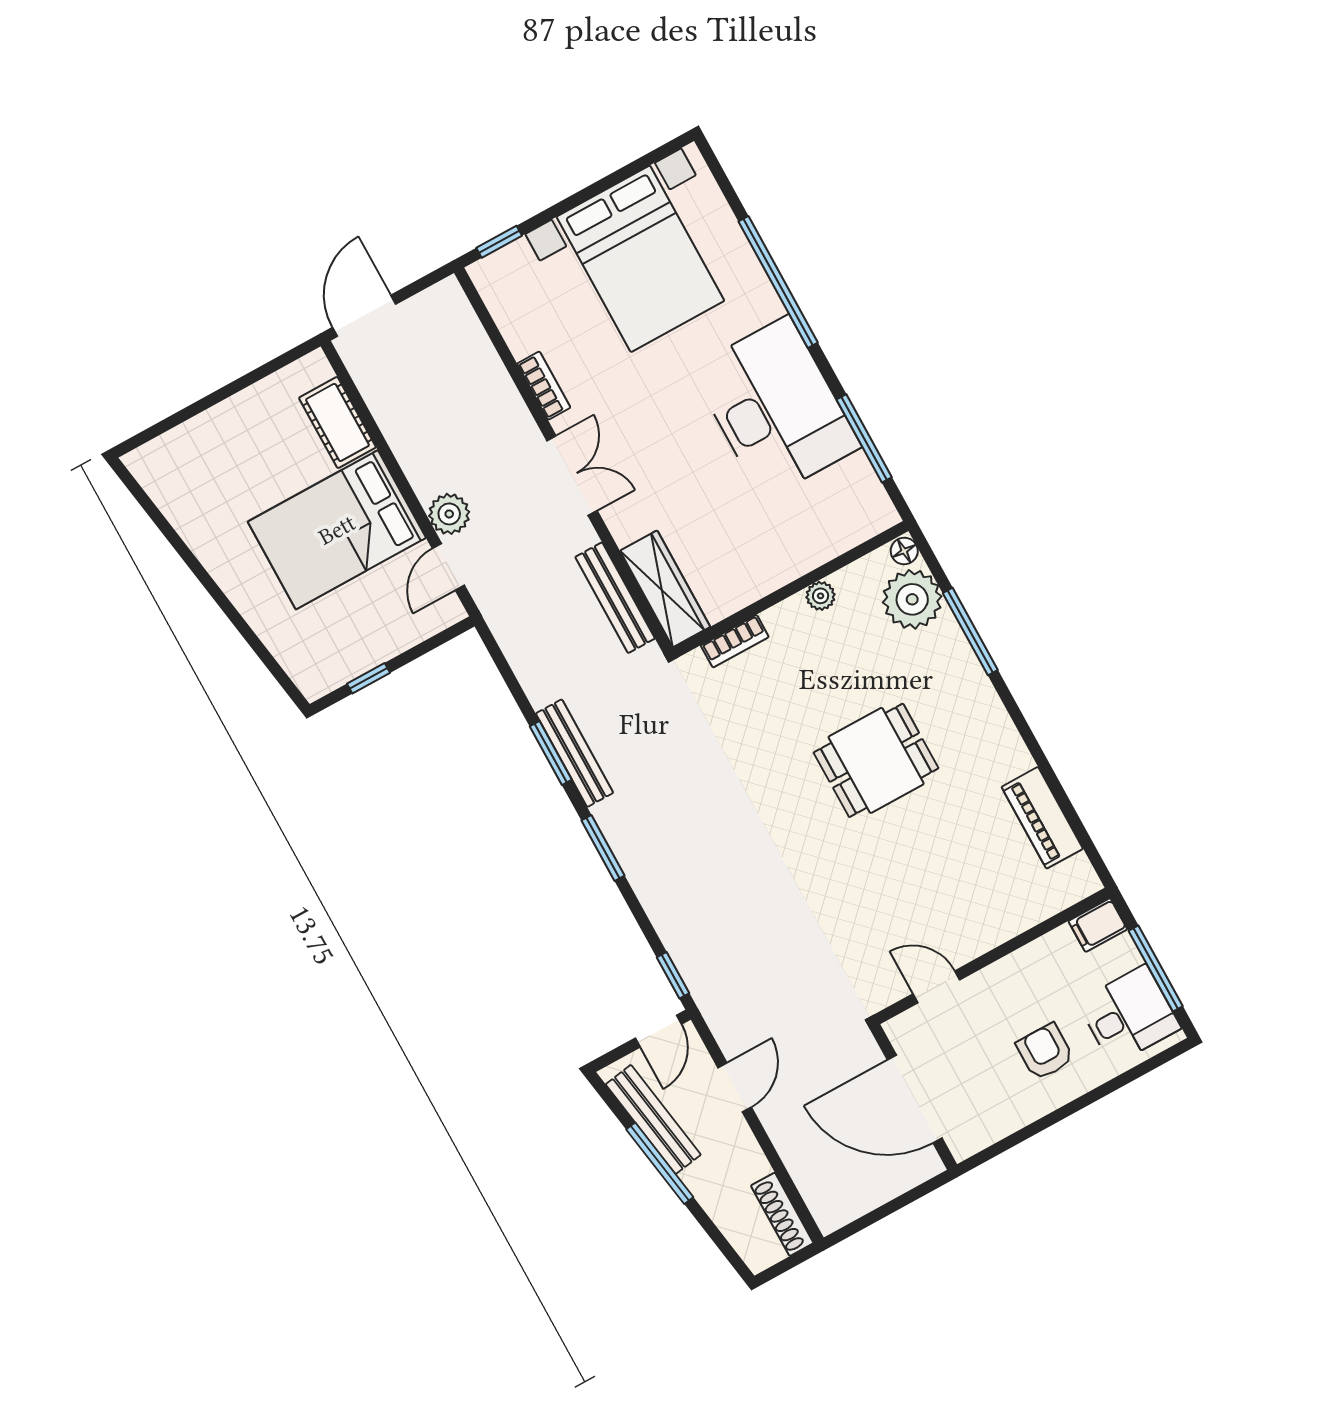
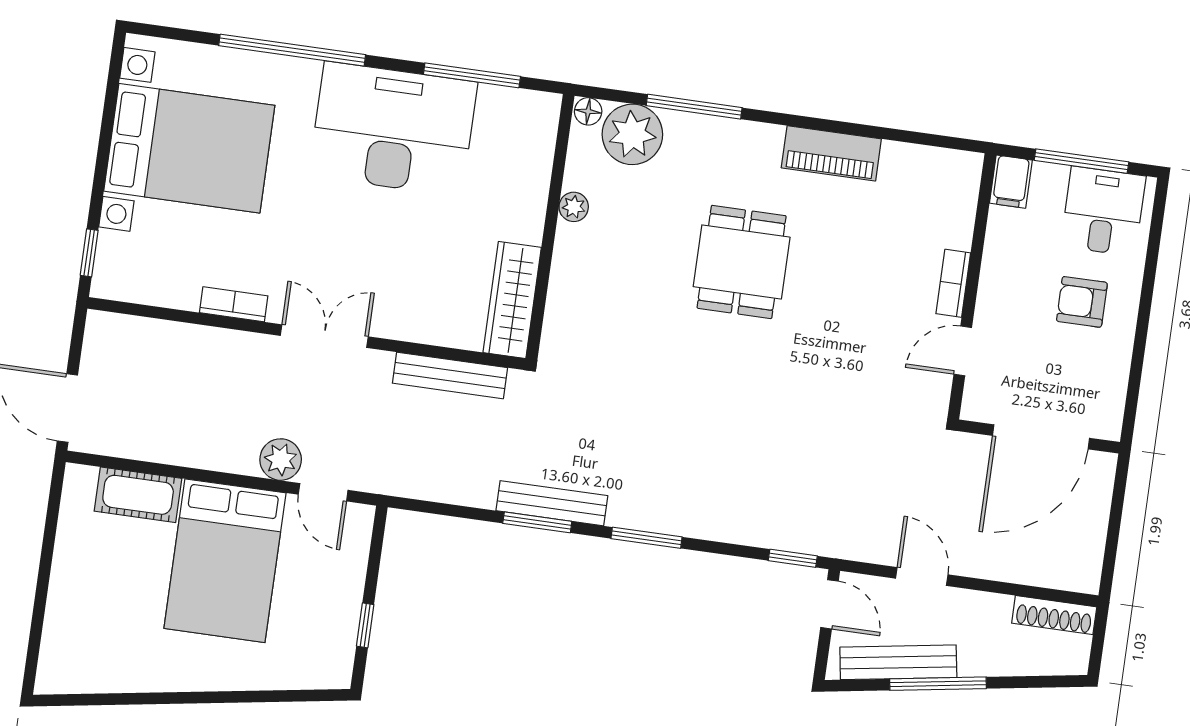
wardrobe: (665, 589) -> (512, 300), moved, turned -90
bookcase: (735, 641) -> (953, 283), moved, turned 180
piano: (1042, 818) -> (831, 153), moved

